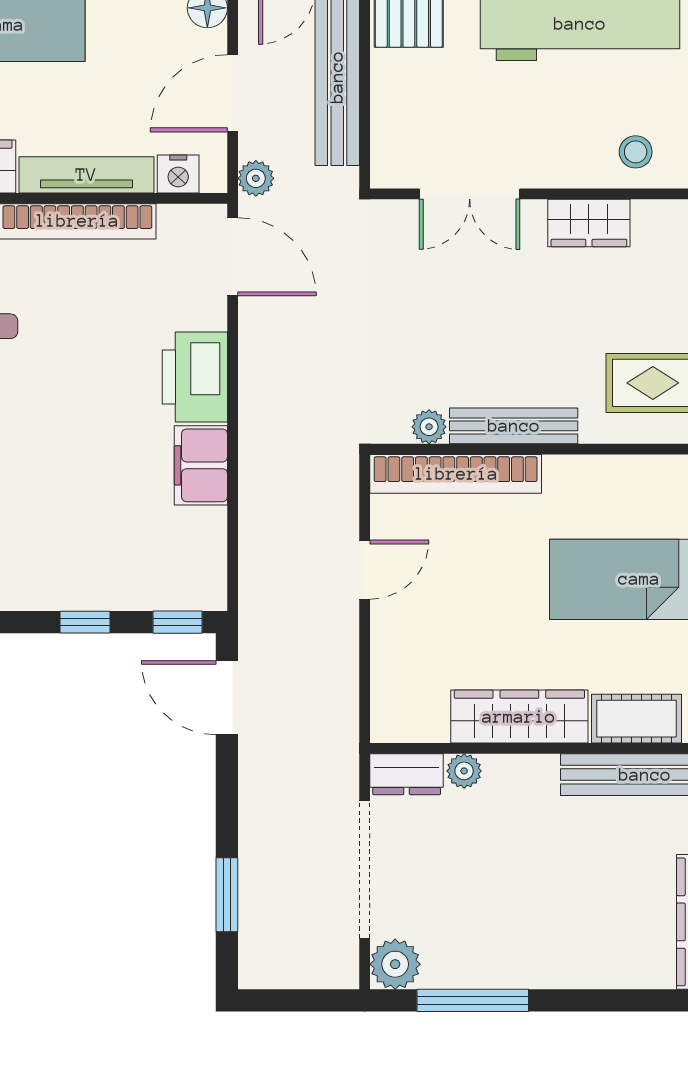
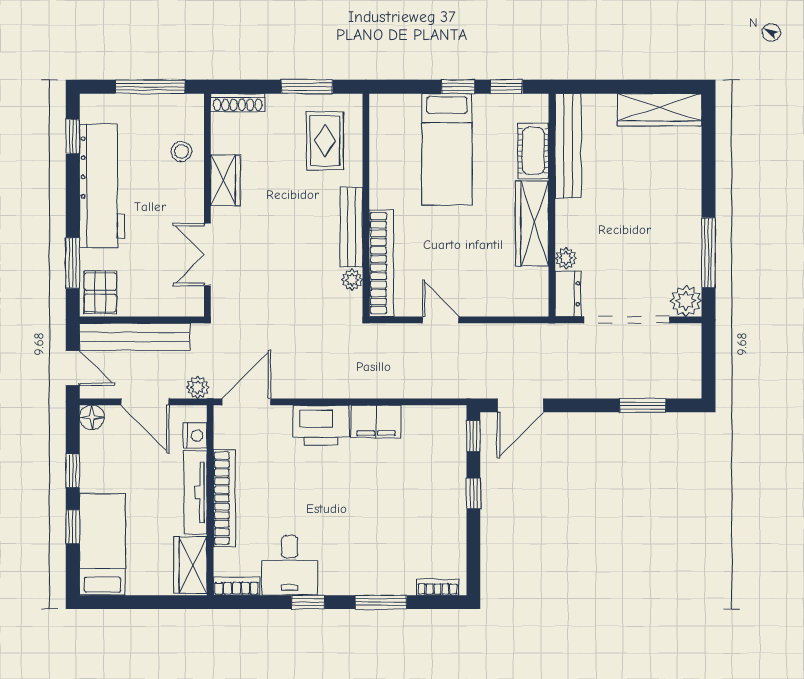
double door: (470, 194) -> (207, 255), swing flipped

